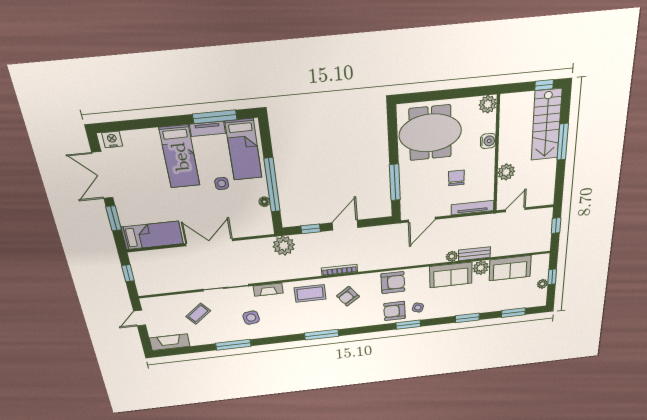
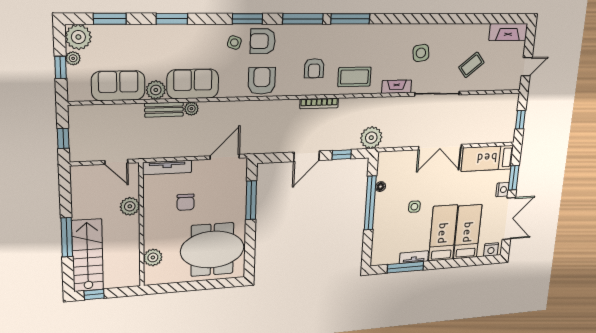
plant: (488, 104) -> (153, 257), moved
water cooler: (488, 141) -> (151, 240), removed
bed: (244, 150) -> (468, 232), moved
nightstand: (123, 206) -> (502, 190), added
door: (515, 210) -> (116, 162), hinge flipped
armchair: (393, 283) -> (262, 81), turned 90
armchair: (348, 296) -> (314, 68), turned 126
plant: (537, 298) -> (78, 37), added
armchair: (395, 311) -> (263, 41), turned 180
window: (233, 345) -> (303, 19), moved

